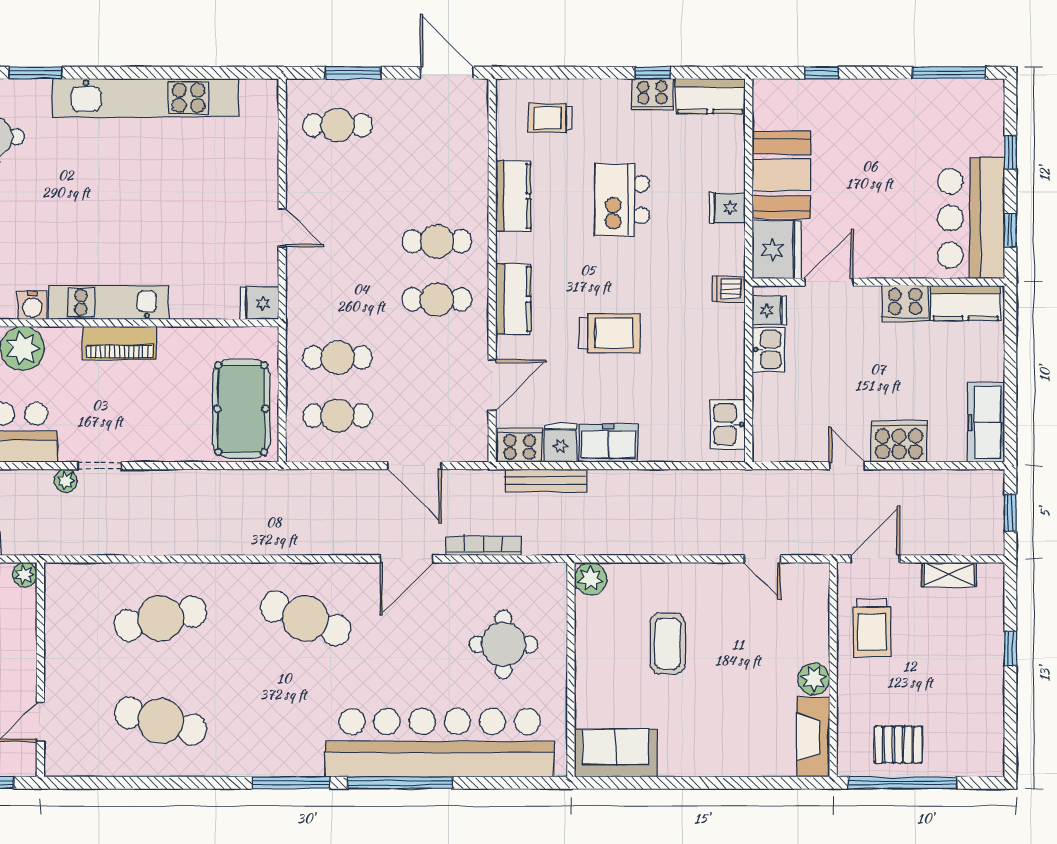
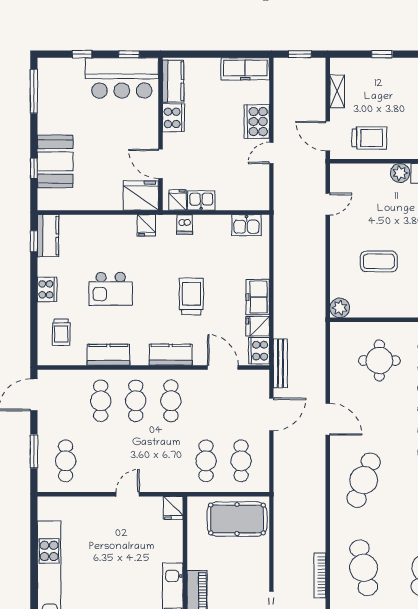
window: (653, 73) -> (34, 241), moved
cooker: (652, 94) -> (47, 289), moved
booth: (781, 175) -> (55, 161), moved, turned 90
cafe table: (437, 183) -> (101, 401), added
fridge: (727, 208) -> (146, 225), moved
dishwasher: (729, 289) -> (185, 224), moved
bench: (546, 481) -> (280, 363), moved
bookcase: (483, 546) -> (320, 576), moved

